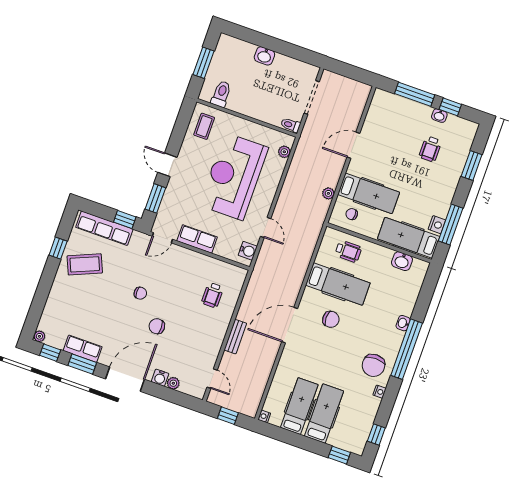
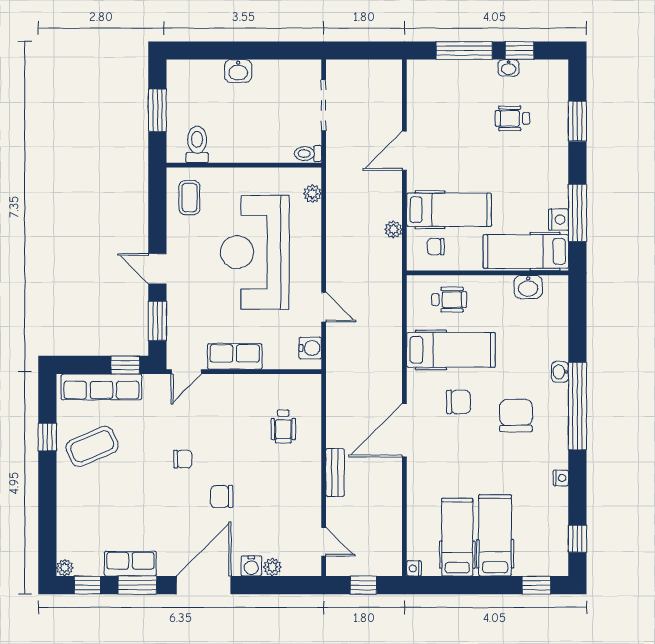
wheelchair: (430, 149) -> (512, 118), turned 90
chair: (373, 365) -> (516, 416), moved, turned 180

